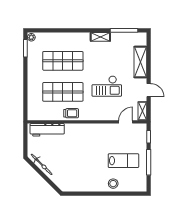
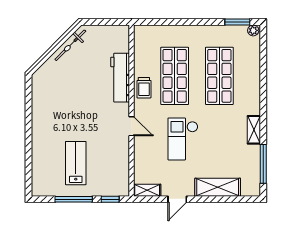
door: (126, 122) -> (131, 126), moved
workbench: (47, 130) -> (120, 78), moved
lab bench: (123, 161) -> (76, 163), turned 180
stool: (113, 184) -> (43, 148), removed

